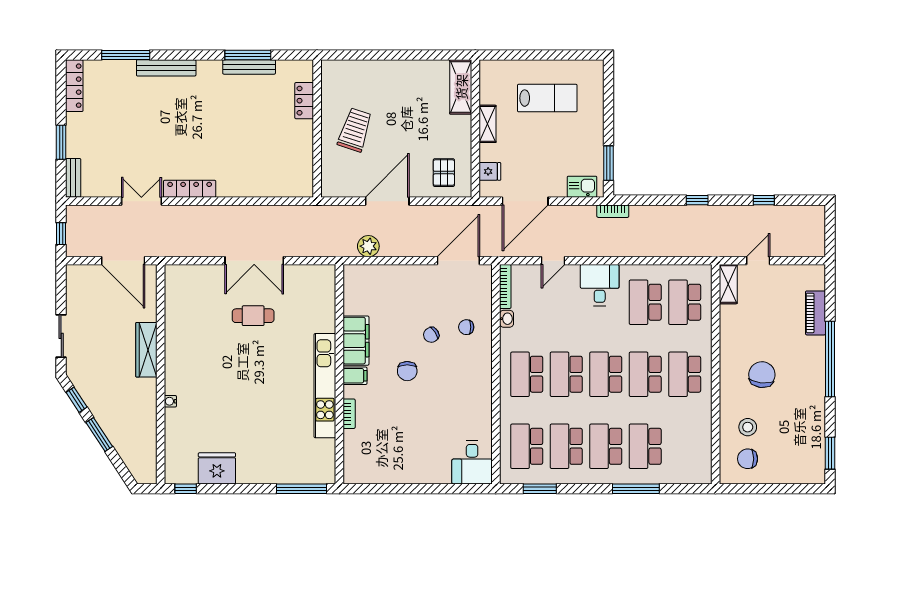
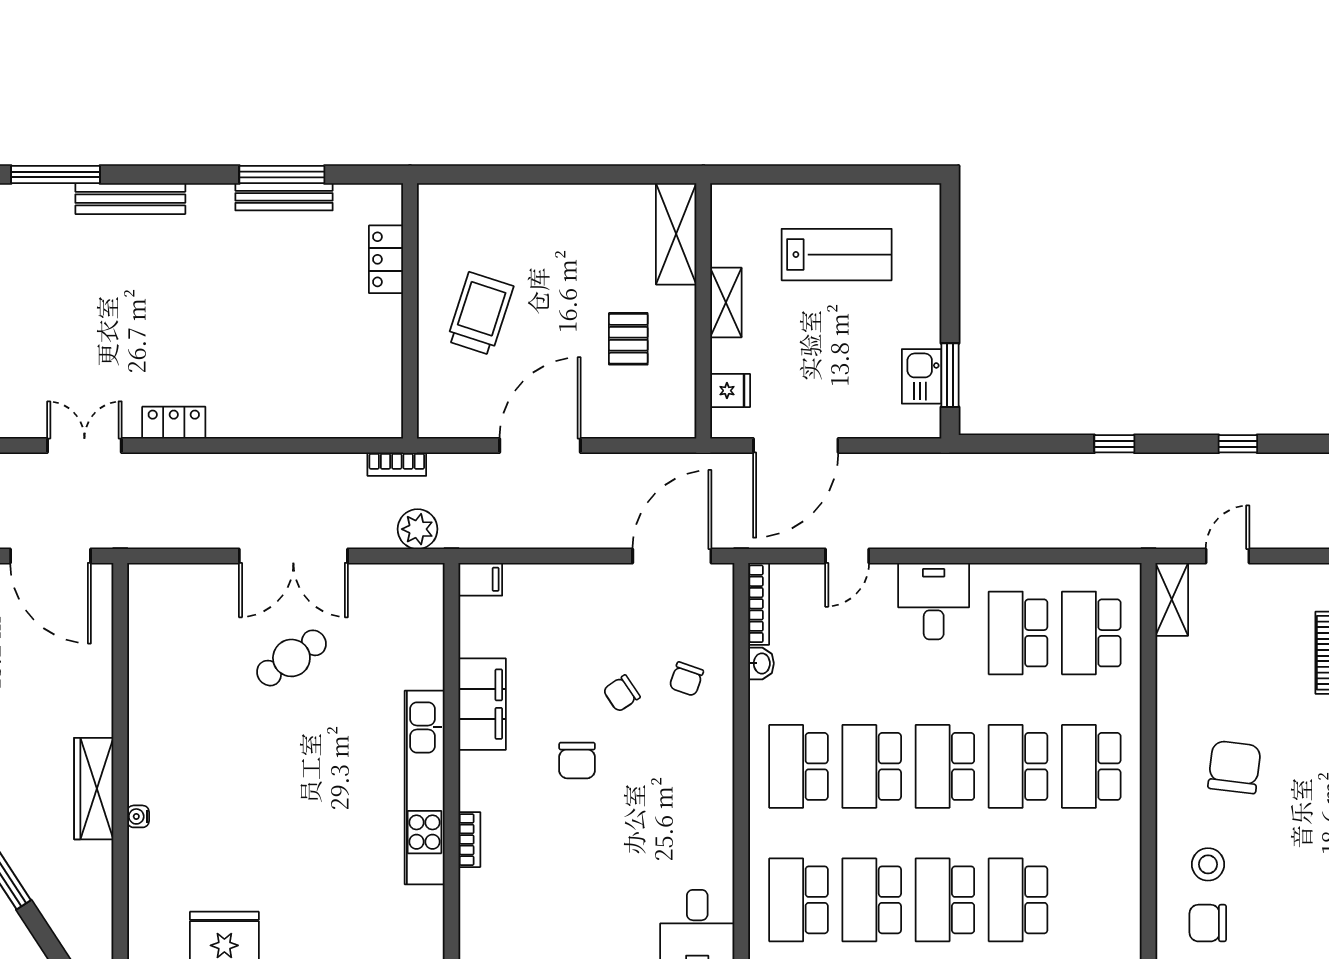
pallet: (444, 173) -> (628, 339), moved
kitchen sink: (582, 187) -> (922, 376), moved, turned -90
locker: (190, 189) -> (174, 423), width x0.66
bookcase: (613, 211) -> (397, 464), moved
plant: (368, 246) -> (418, 529), moved
cafe table: (253, 316) -> (291, 658), turned -34
chair: (466, 327) -> (686, 679), turned -71
wardrobe: (146, 350) -> (94, 789), moved
filing cabinet: (355, 376) -> (480, 579), moved

